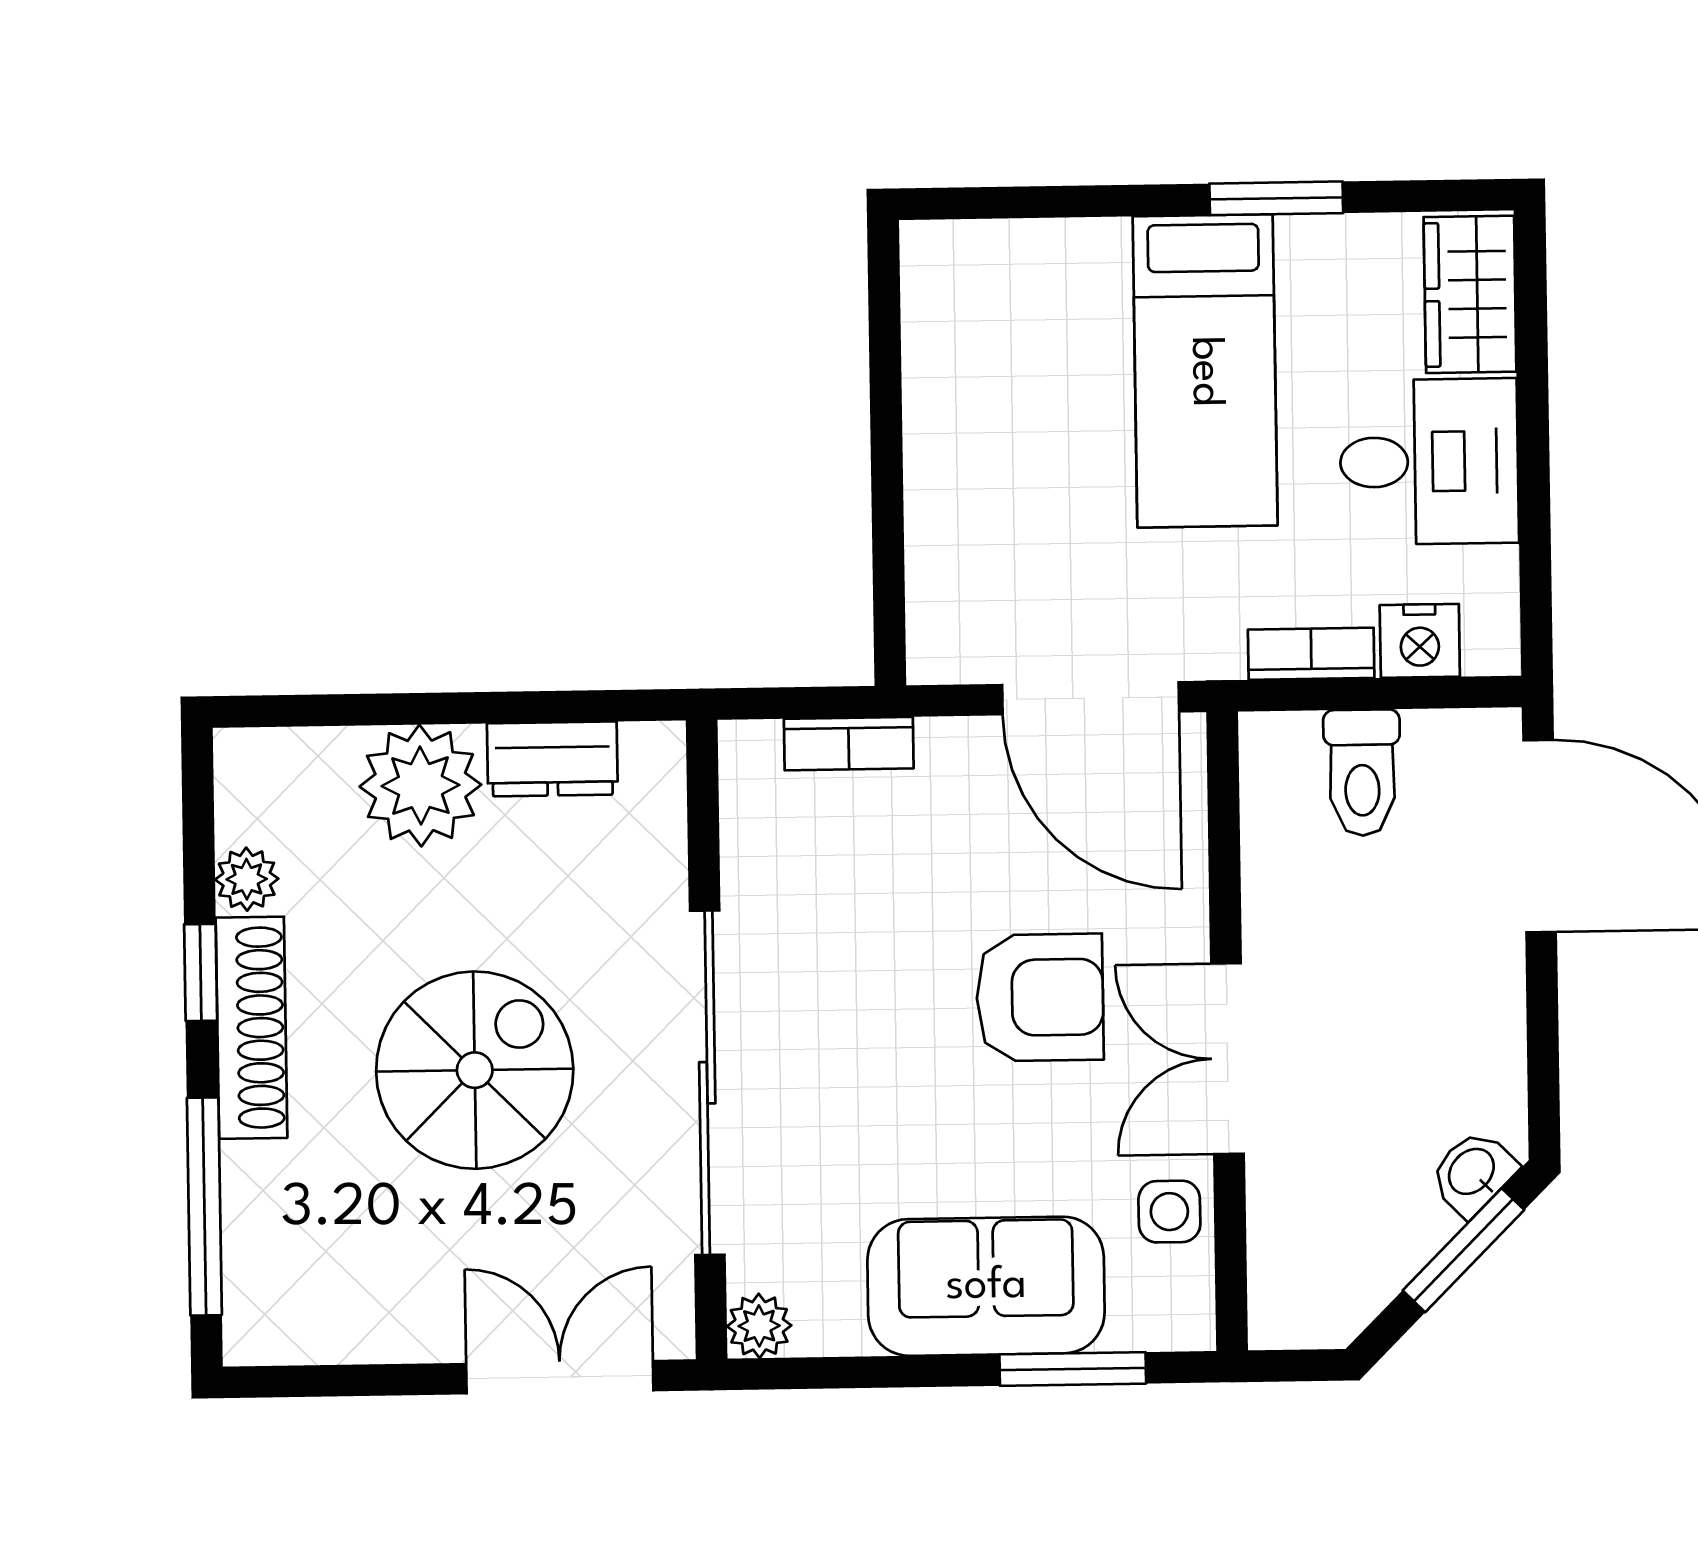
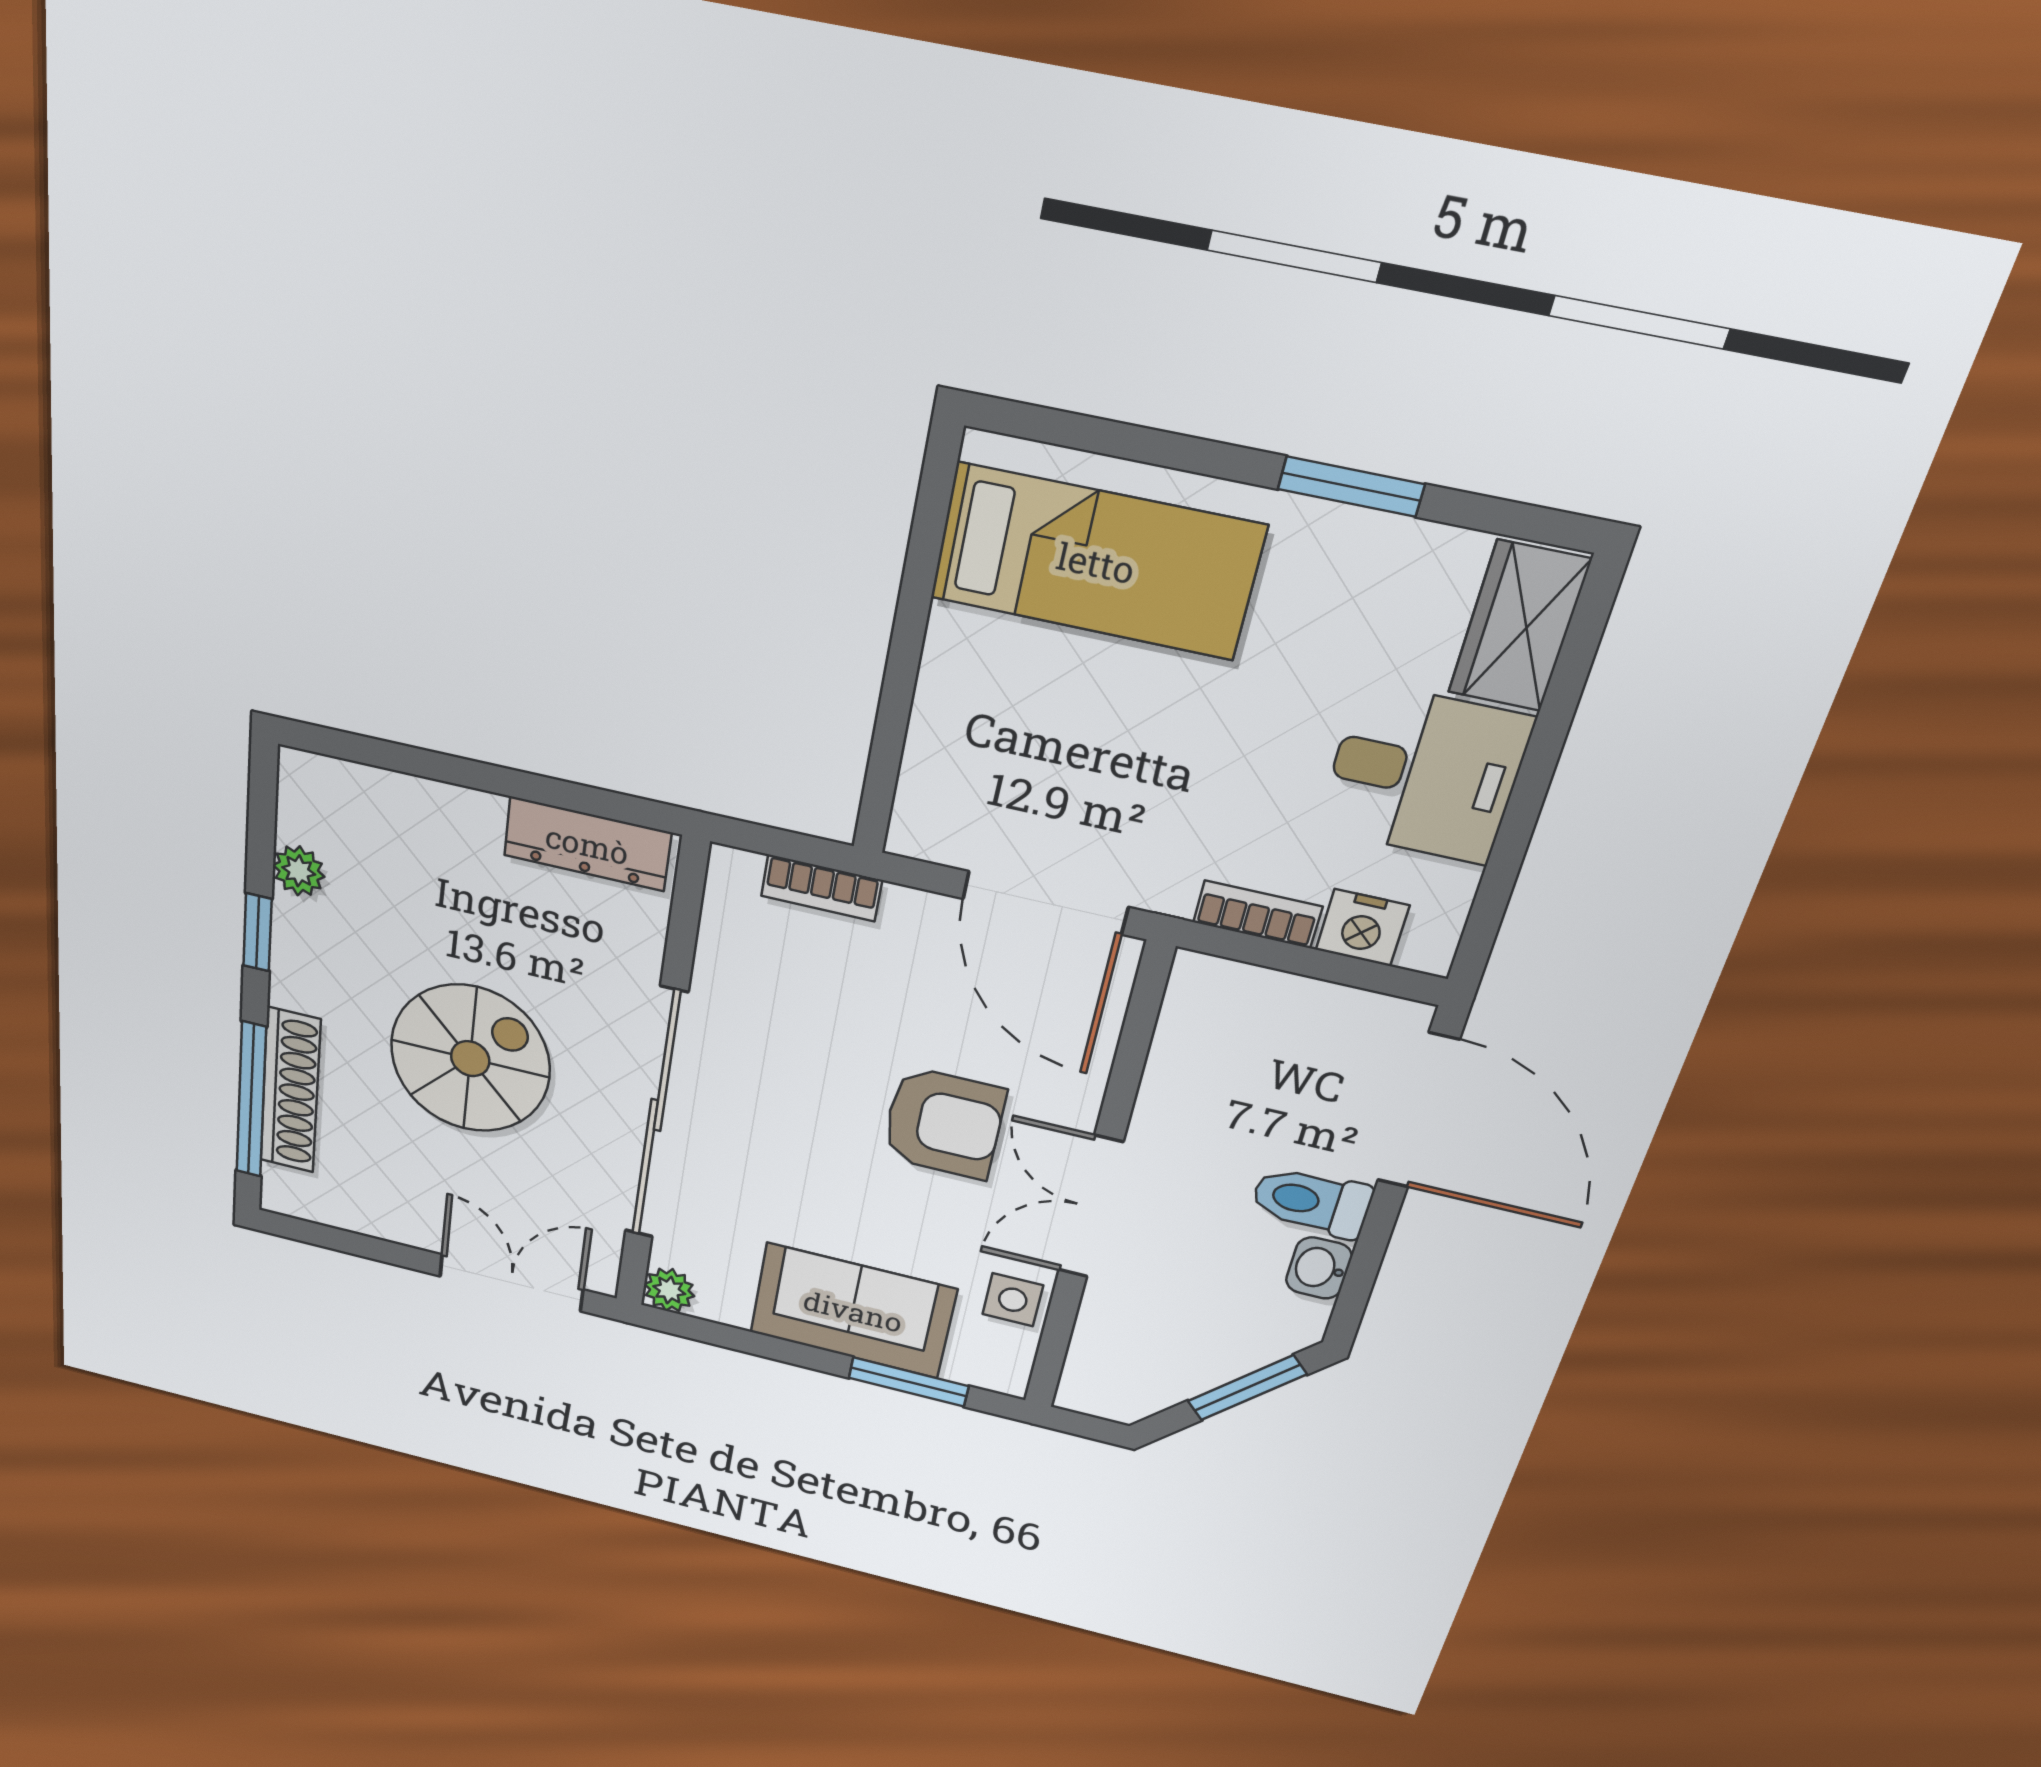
bed: (1205, 371) -> (1096, 562), moved, turned -90
dresser: (552, 759) -> (587, 844), width x1.44
toilet: (1362, 773) -> (1311, 1202), moved, turned 90
plant: (420, 786) -> (449, 833), removed
shoe rack: (251, 1028) -> (290, 1091), moved
washbasin: (1473, 1173) -> (1319, 1268), moved, turned -45

